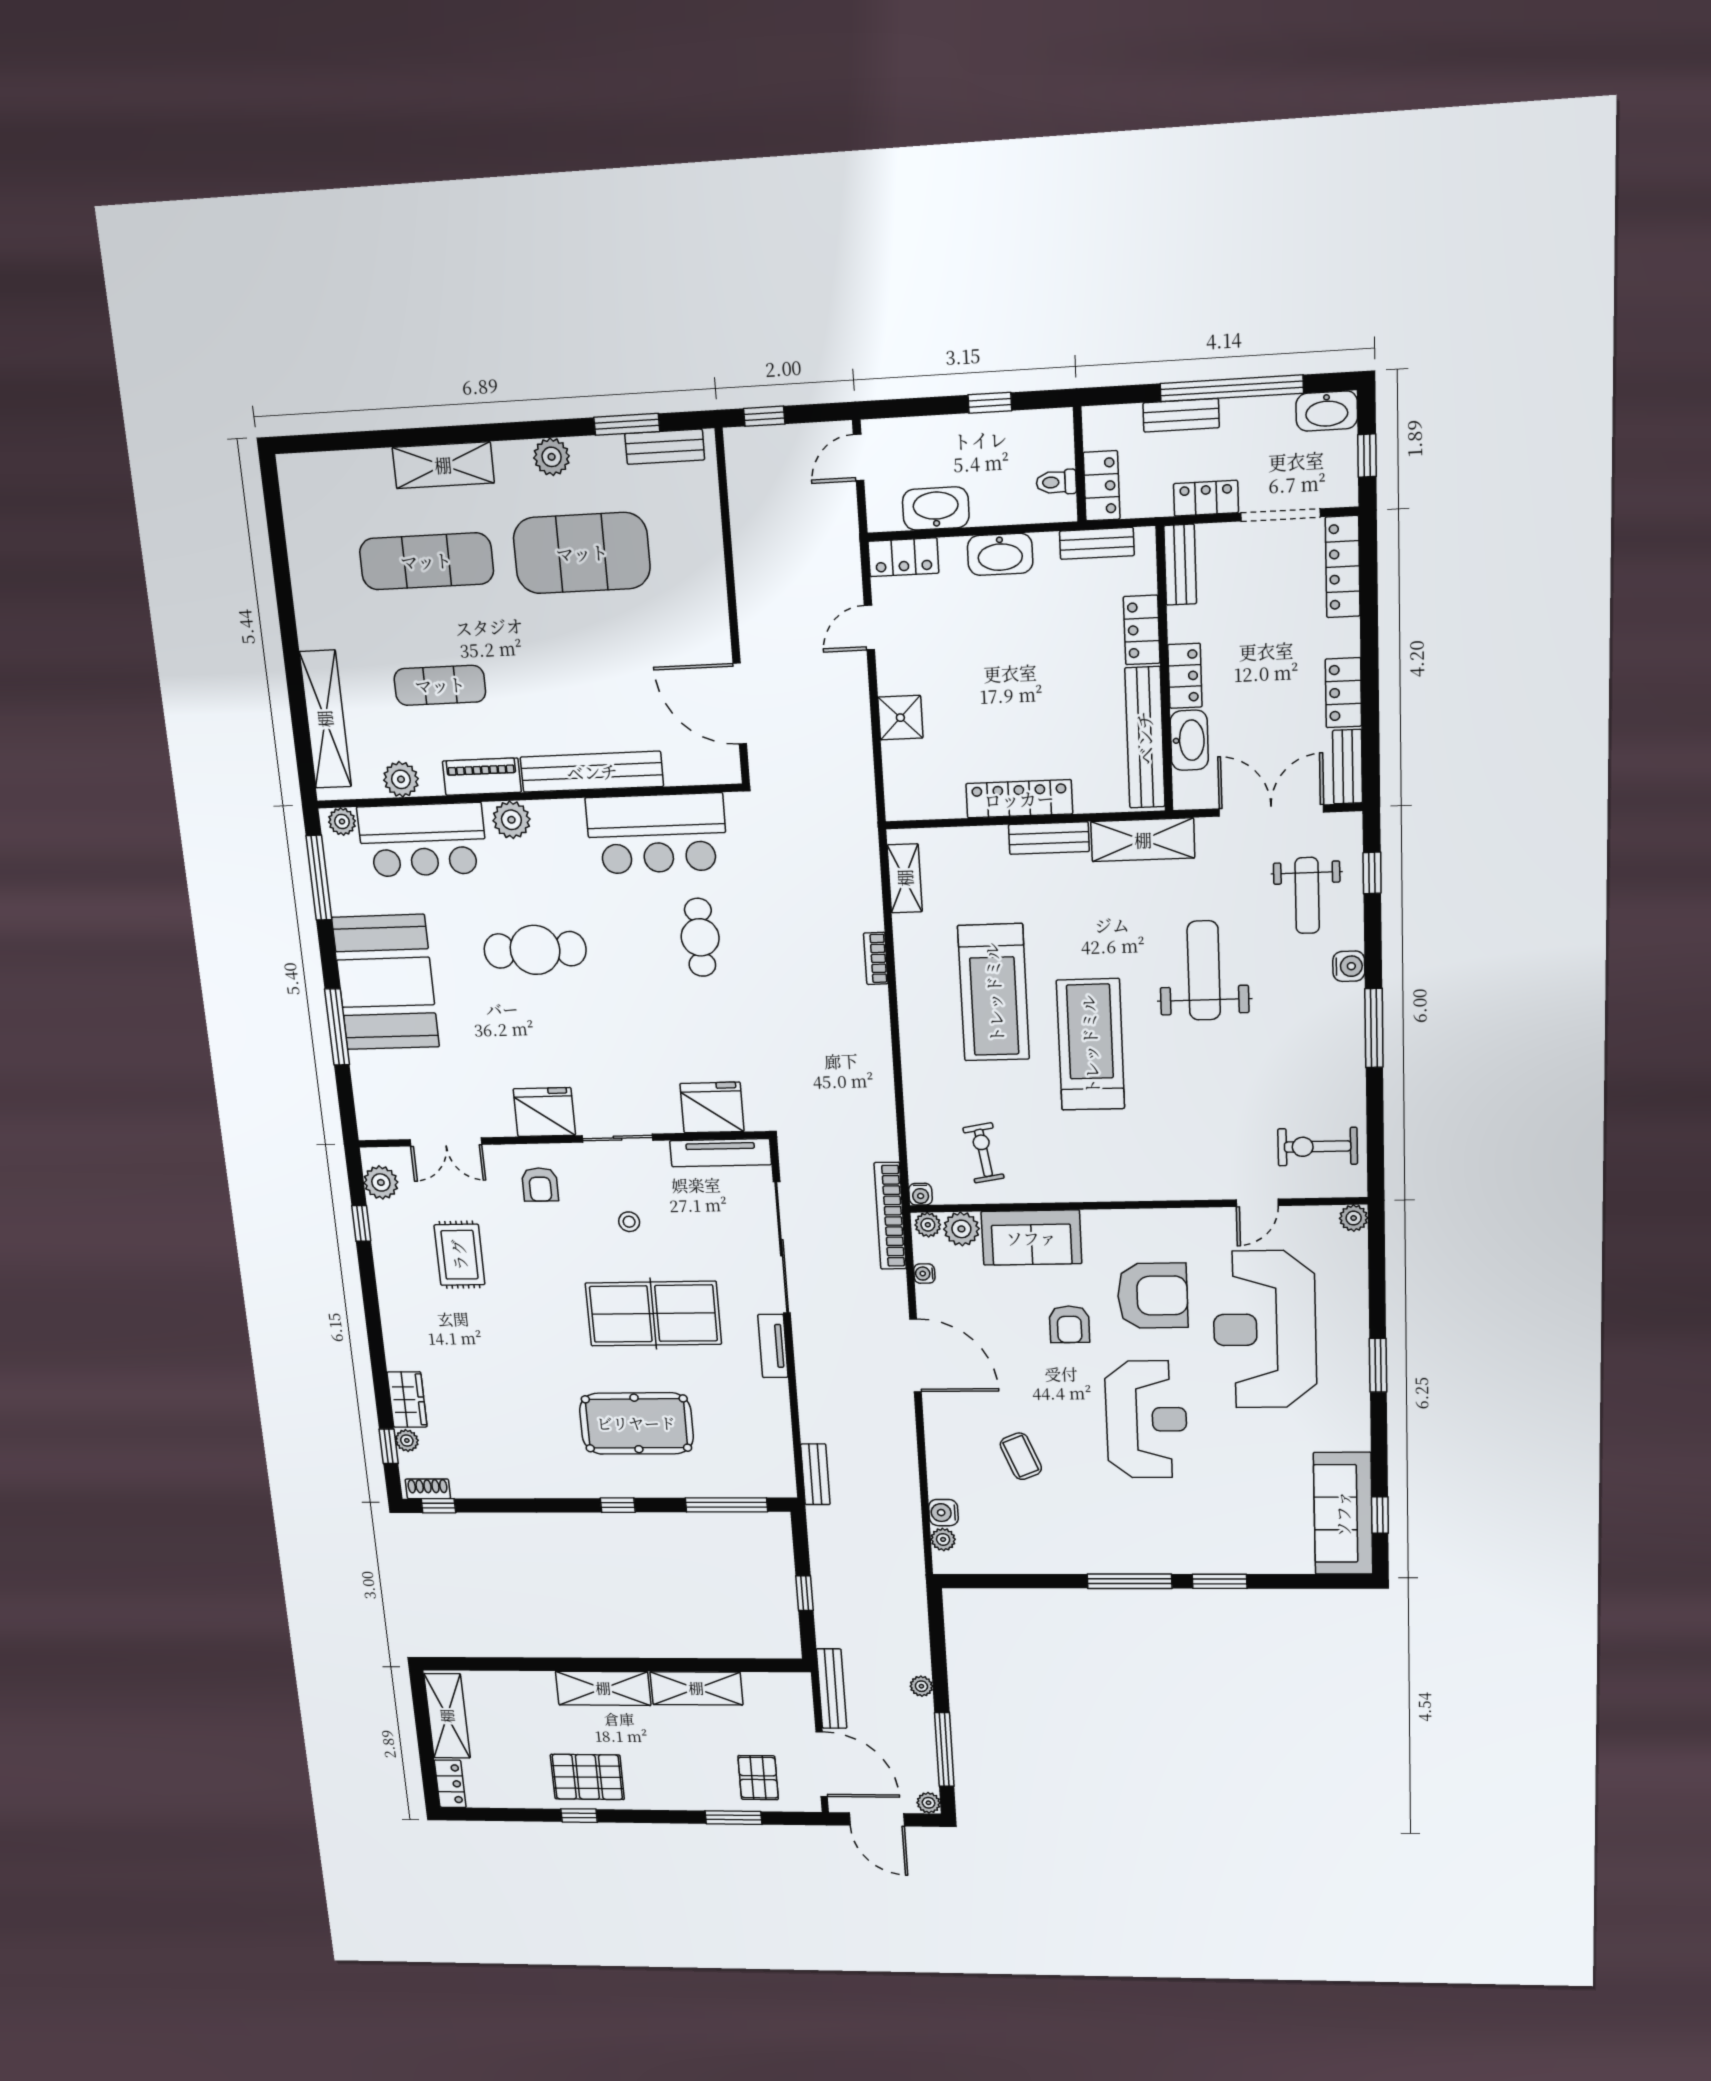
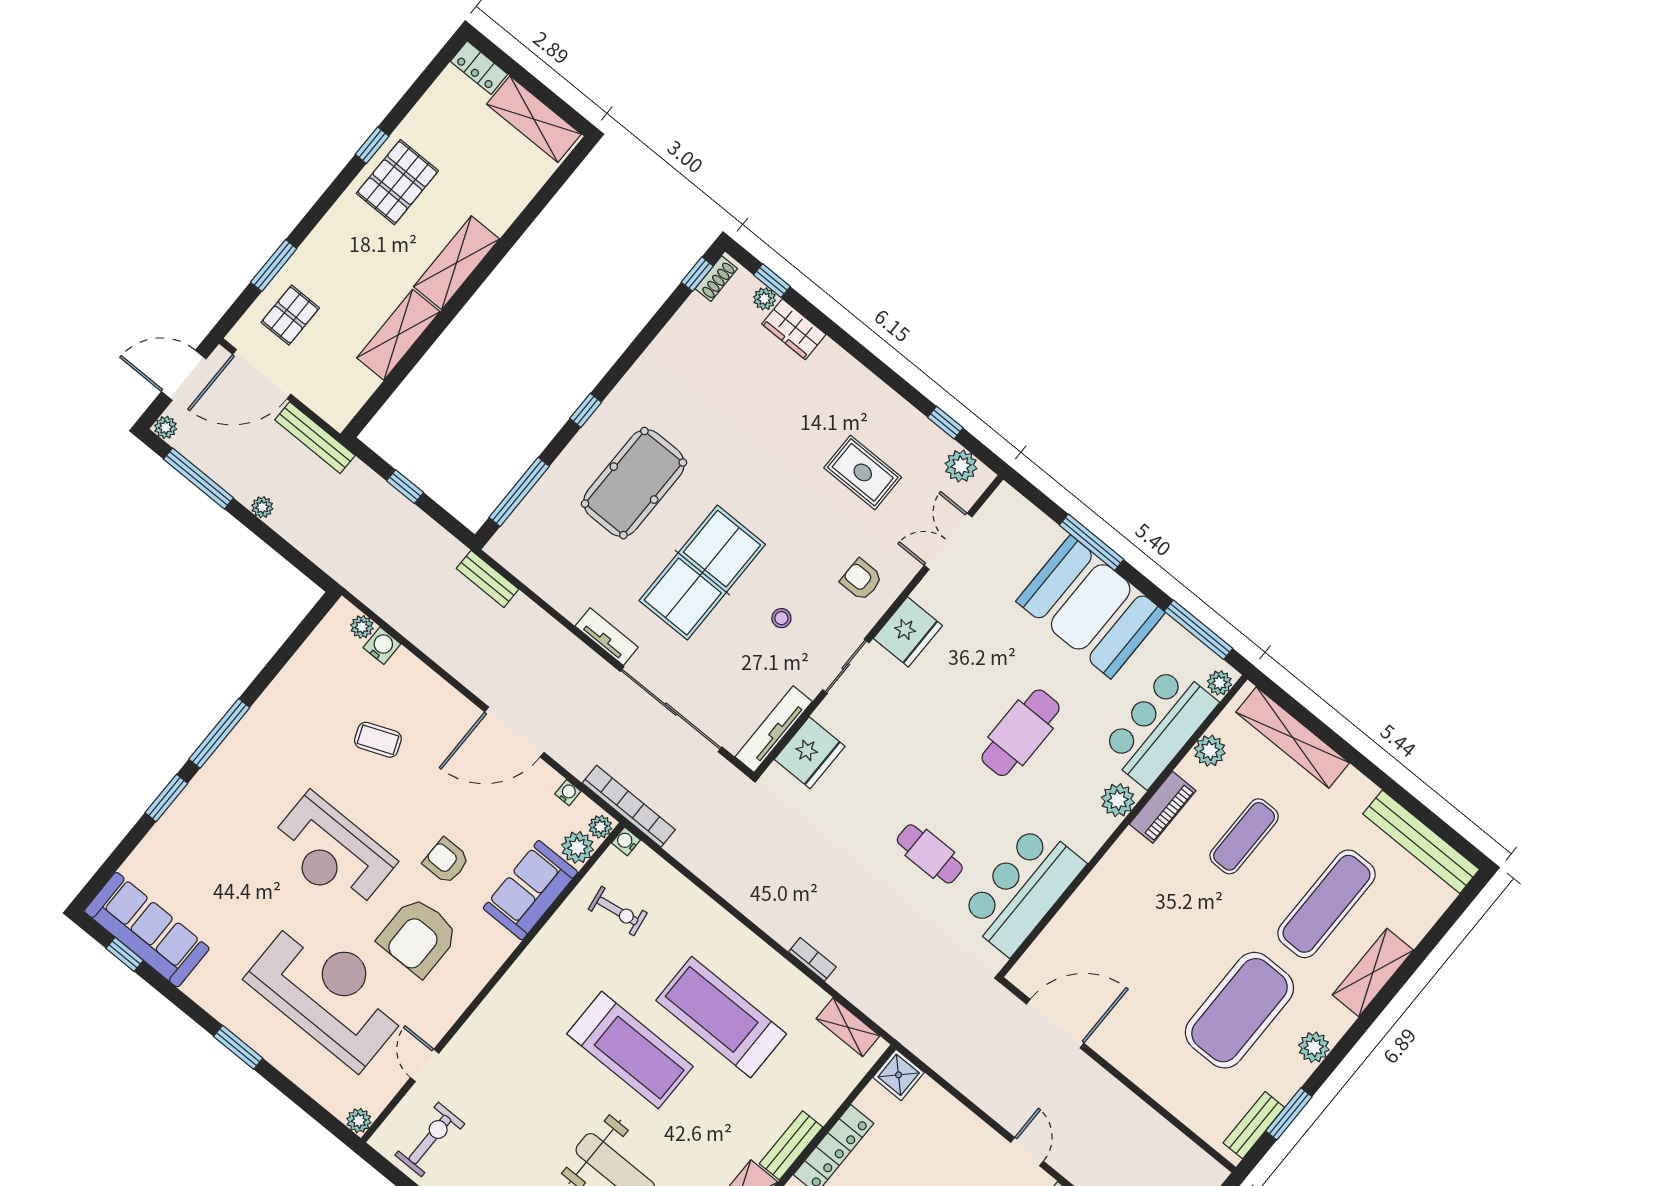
shower: (900, 718) -> (899, 1075), moved
bench: (592, 772) -> (1421, 842), moved, turned 90
pallet: (758, 1778) -> (290, 315), turned 90

